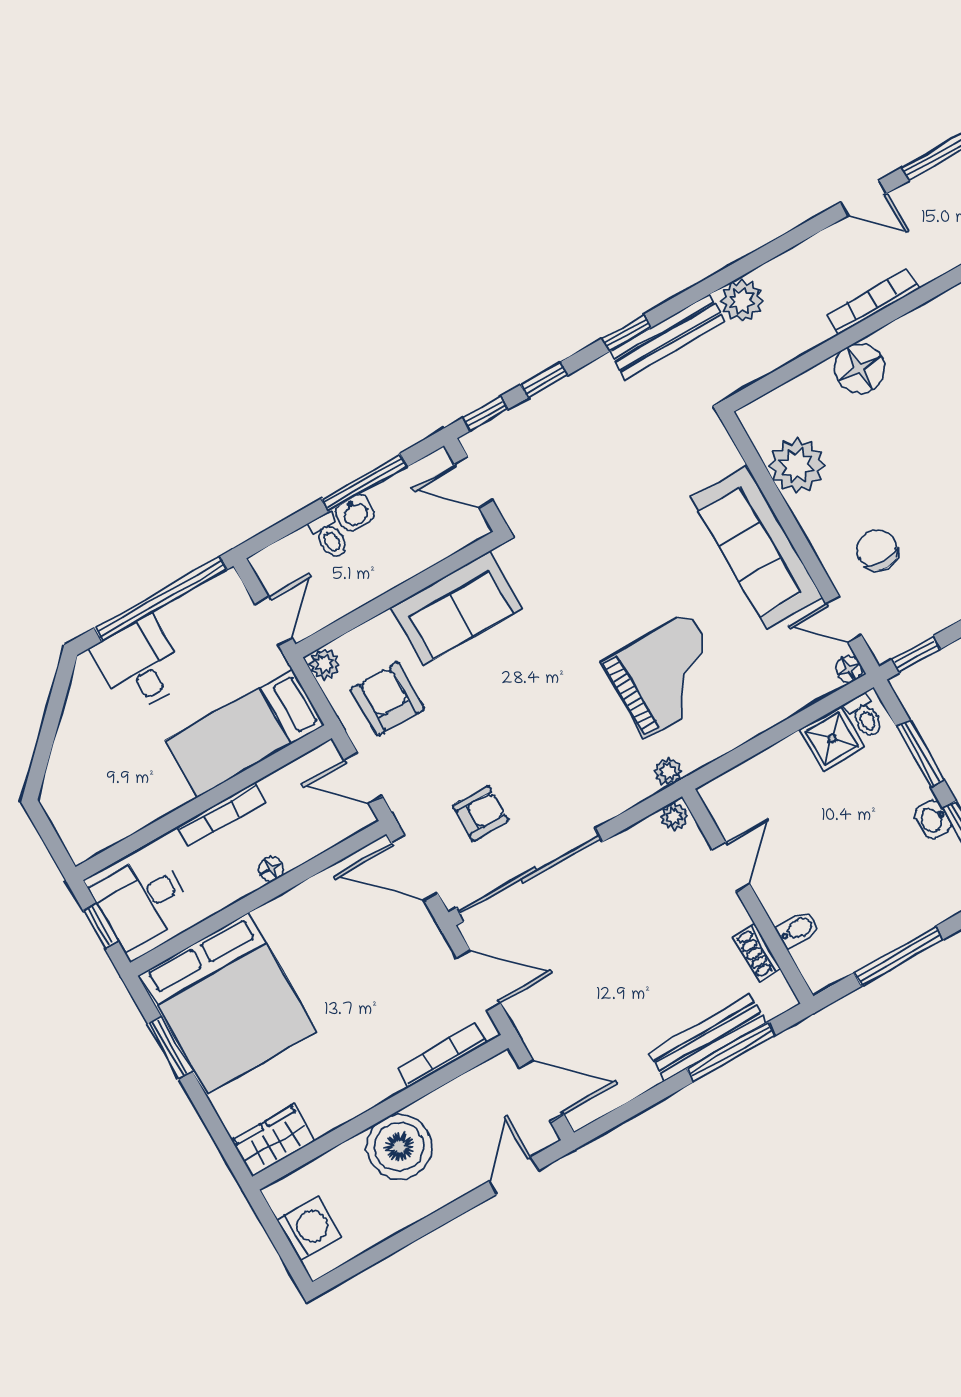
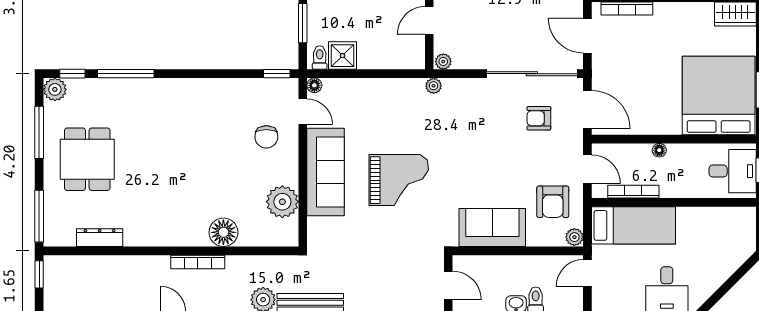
grand piano: (666, 675) -> (399, 180), moved, turned 180
bookcase: (221, 814) -> (633, 192), moved

